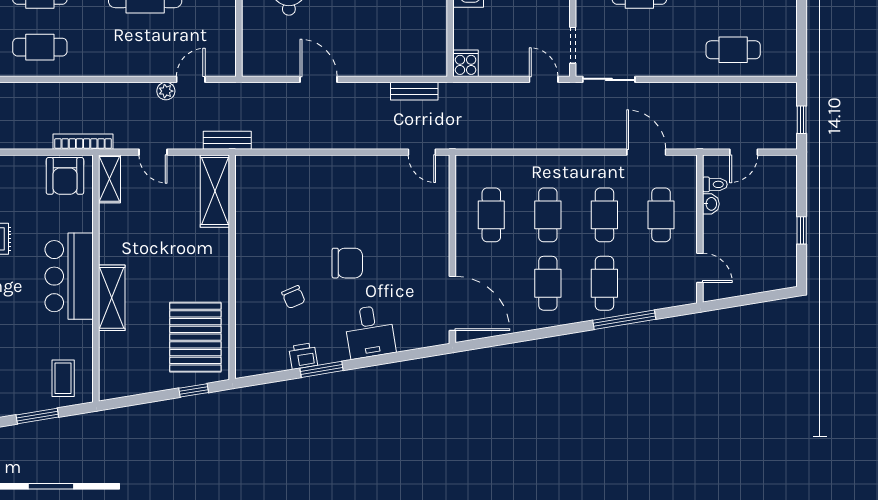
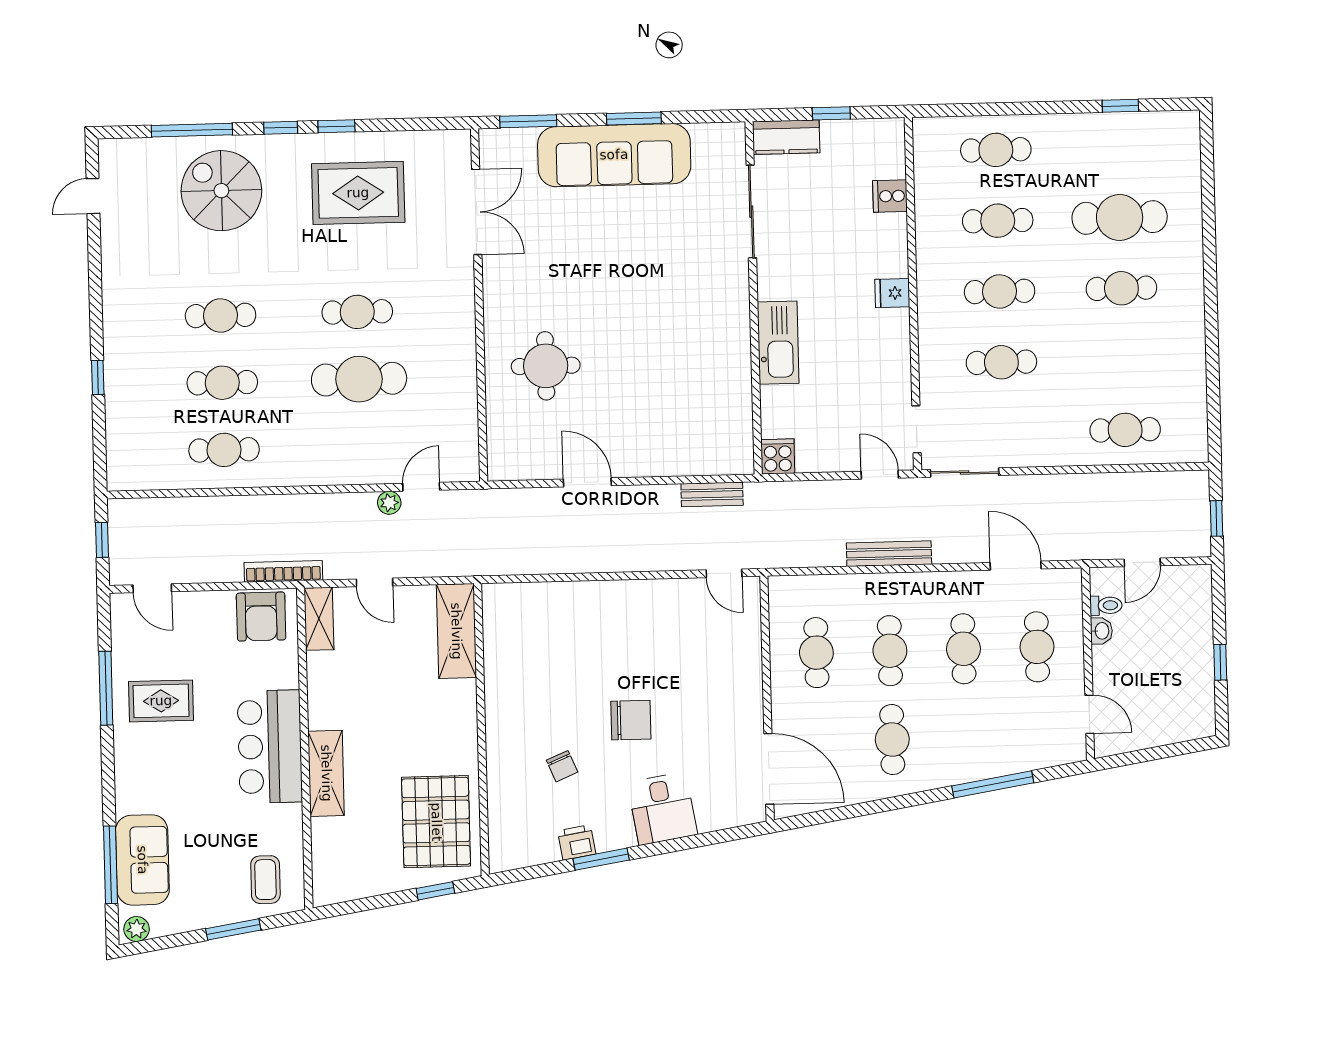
bench: (227, 140) -> (889, 554), moved, width x1.36
cafe table: (604, 283) -> (966, 738), removed

